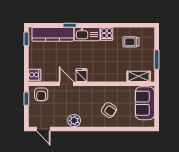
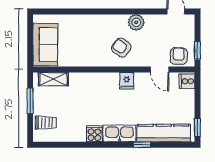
trolley: (131, 42) -> (46, 123), moved
door: (66, 84) -> (160, 70), moved
armchair: (109, 110) -> (121, 48), moved

